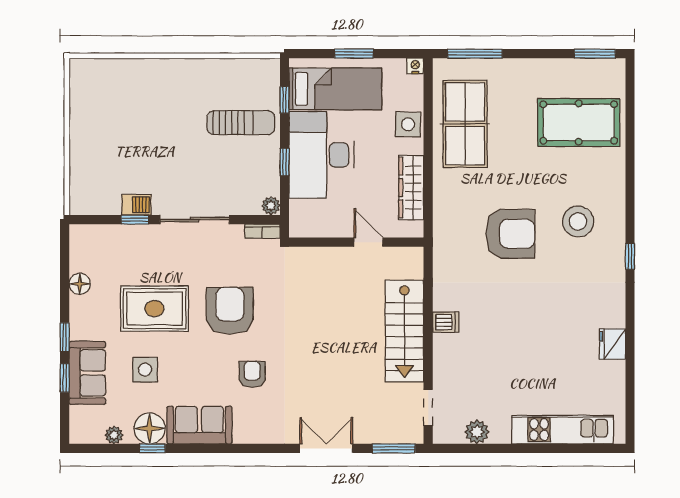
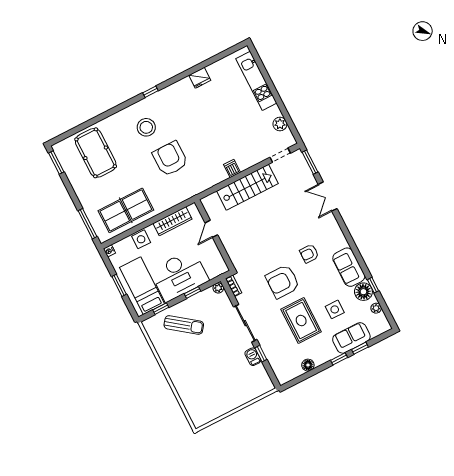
sun lounger: (241, 123) -> (184, 325), turned 127

